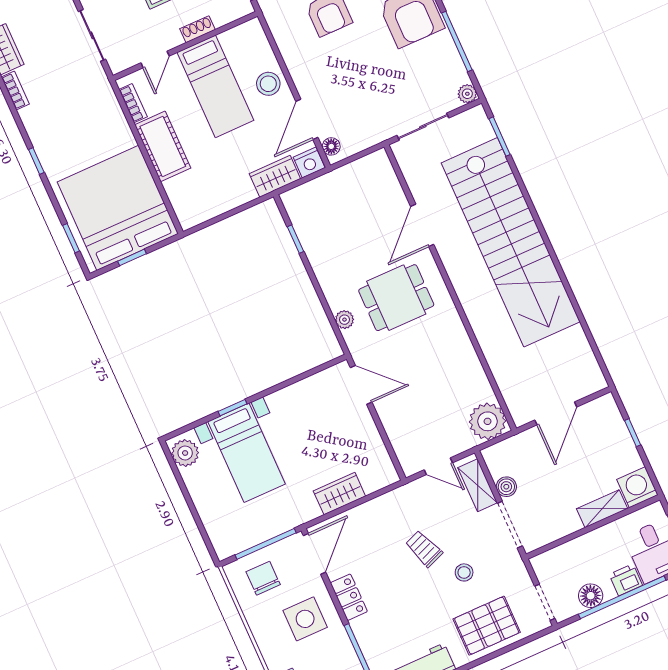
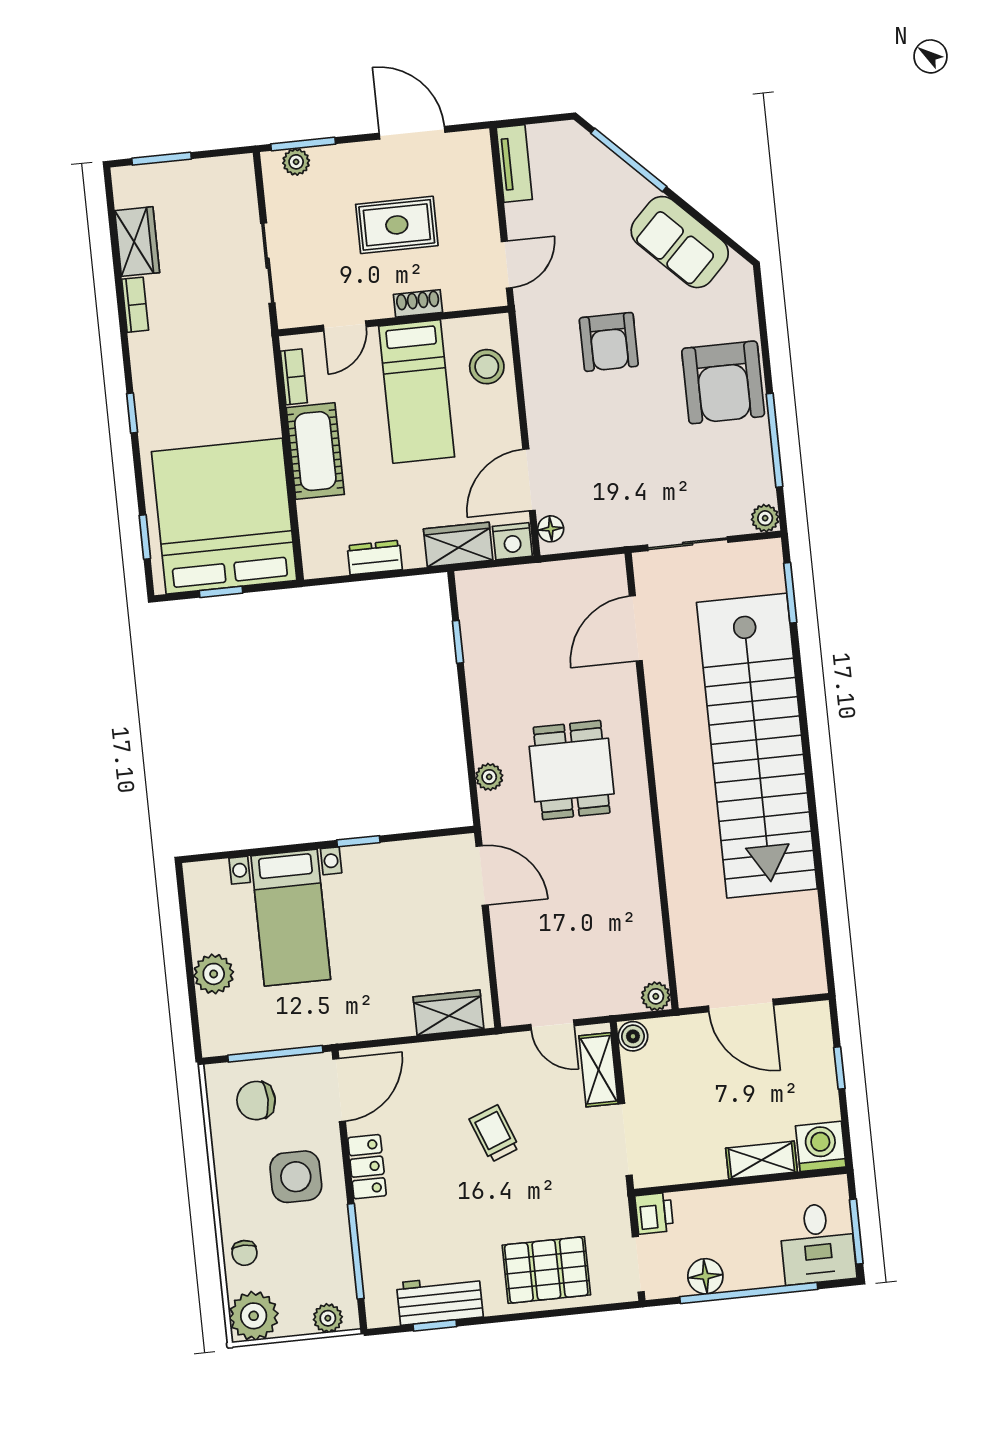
stool: (268, 84) -> (487, 367), moved
dresser: (224, 202) -> (375, 558), added
door: (422, 225) -> (636, 628), moved
dining table: (396, 298) -> (572, 770), turned 90
window: (233, 408) -> (358, 841), moved
door: (556, 413) -> (741, 1006), hinge flipped
plant: (488, 421) -> (656, 996), width x0.53, depth x0.53
plant: (185, 453) -> (214, 974), moved
boiler: (506, 487) -> (633, 1036), moved
wardrobe: (339, 494) -> (448, 1013), moved
stool: (464, 572) -> (539, 1185), removed
chair: (263, 578) -> (256, 1101), turned -90
printer: (626, 580) -> (654, 1213), moved, turned 90

